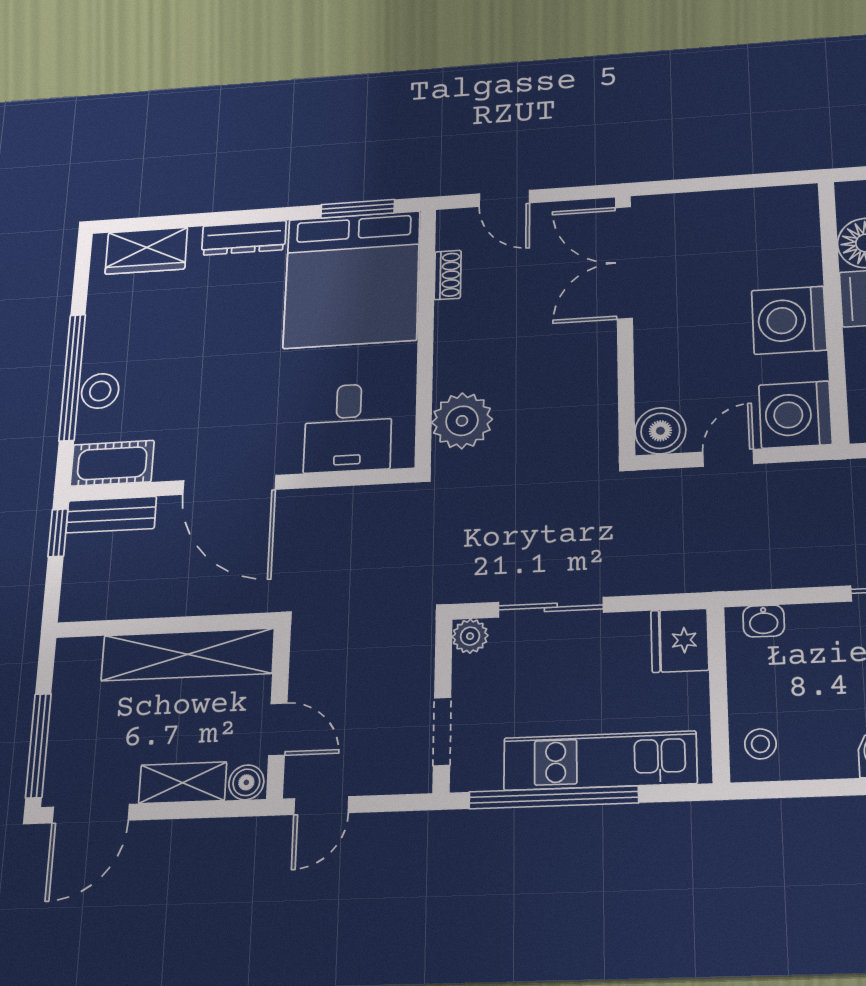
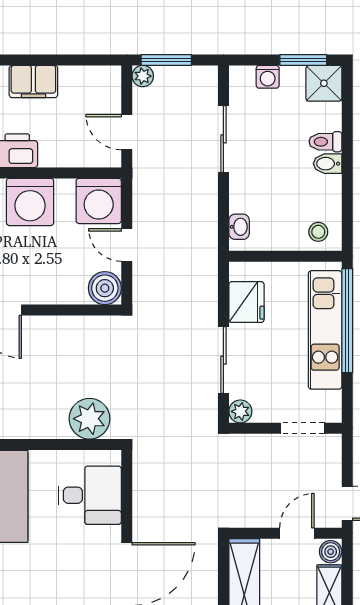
fridge: (680, 640) -> (246, 302), moved, turned -90
window: (553, 797) -> (347, 321), moved

